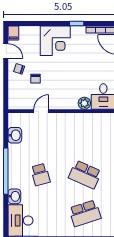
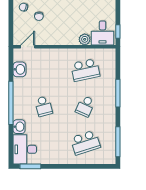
door: (41, 111) -> (28, 47), moved
school desk: (85, 136) -> (85, 70), added
school desk: (85, 175) -> (85, 106), width x0.54

